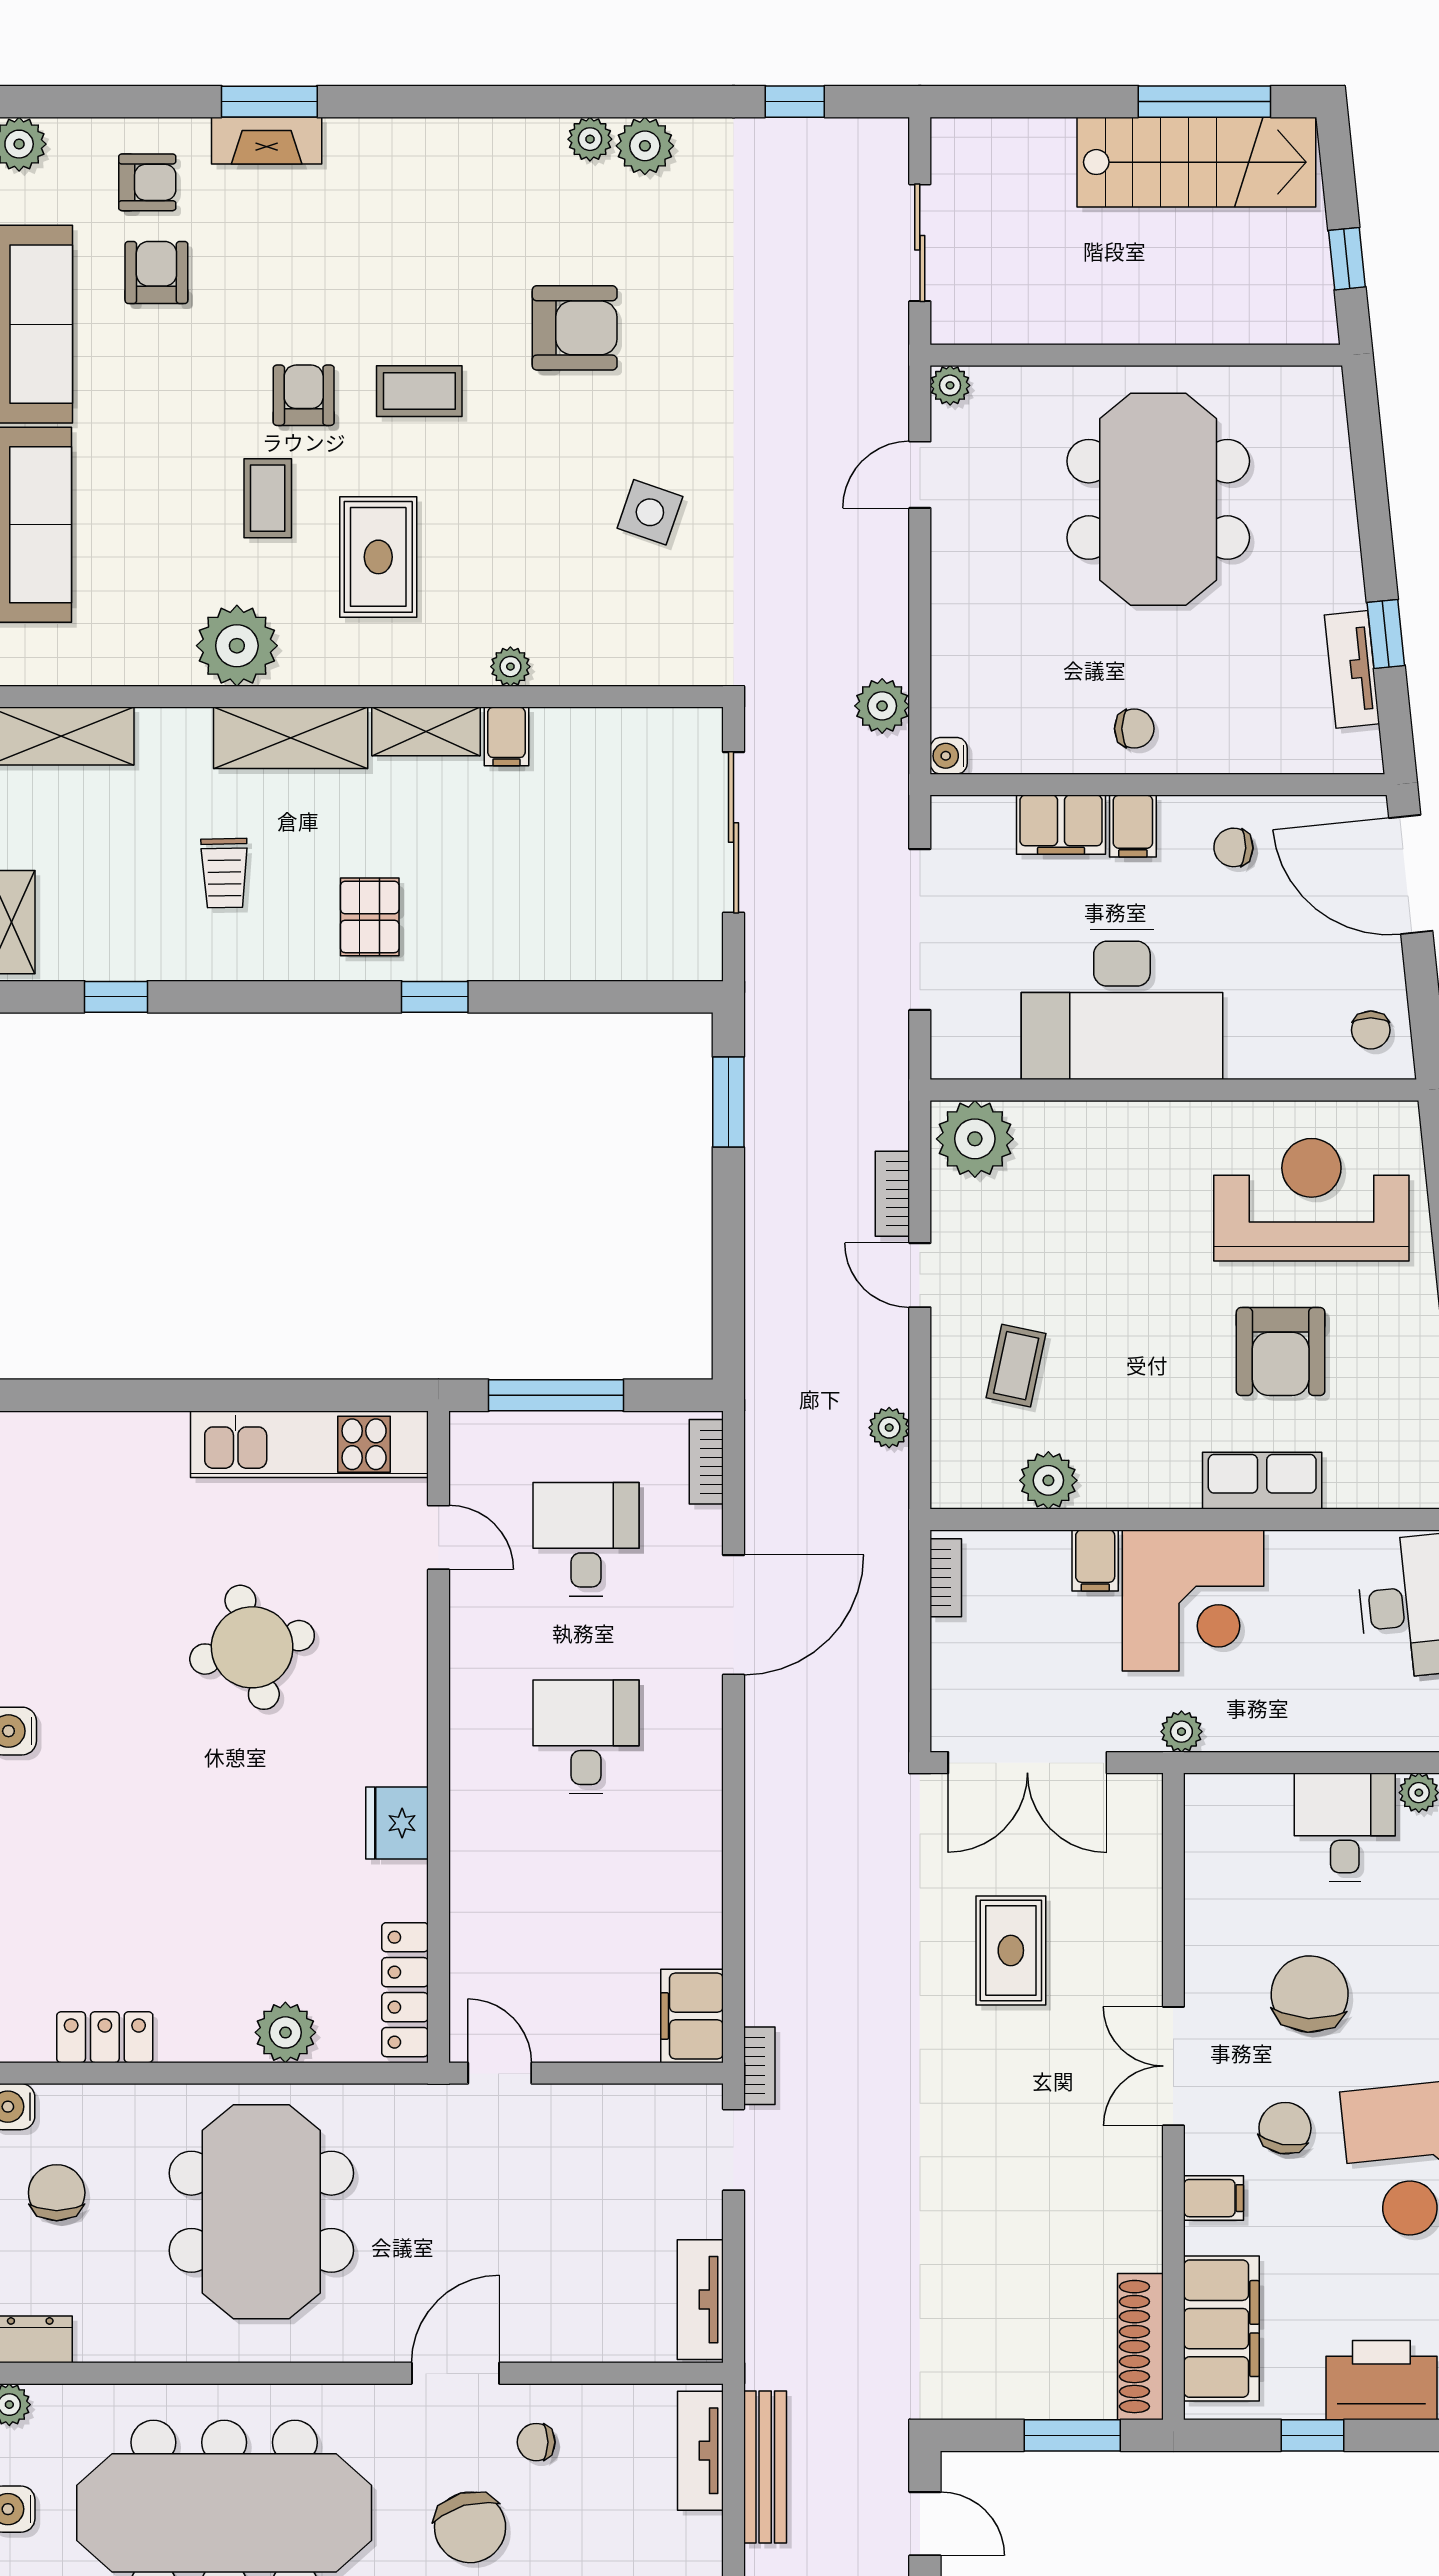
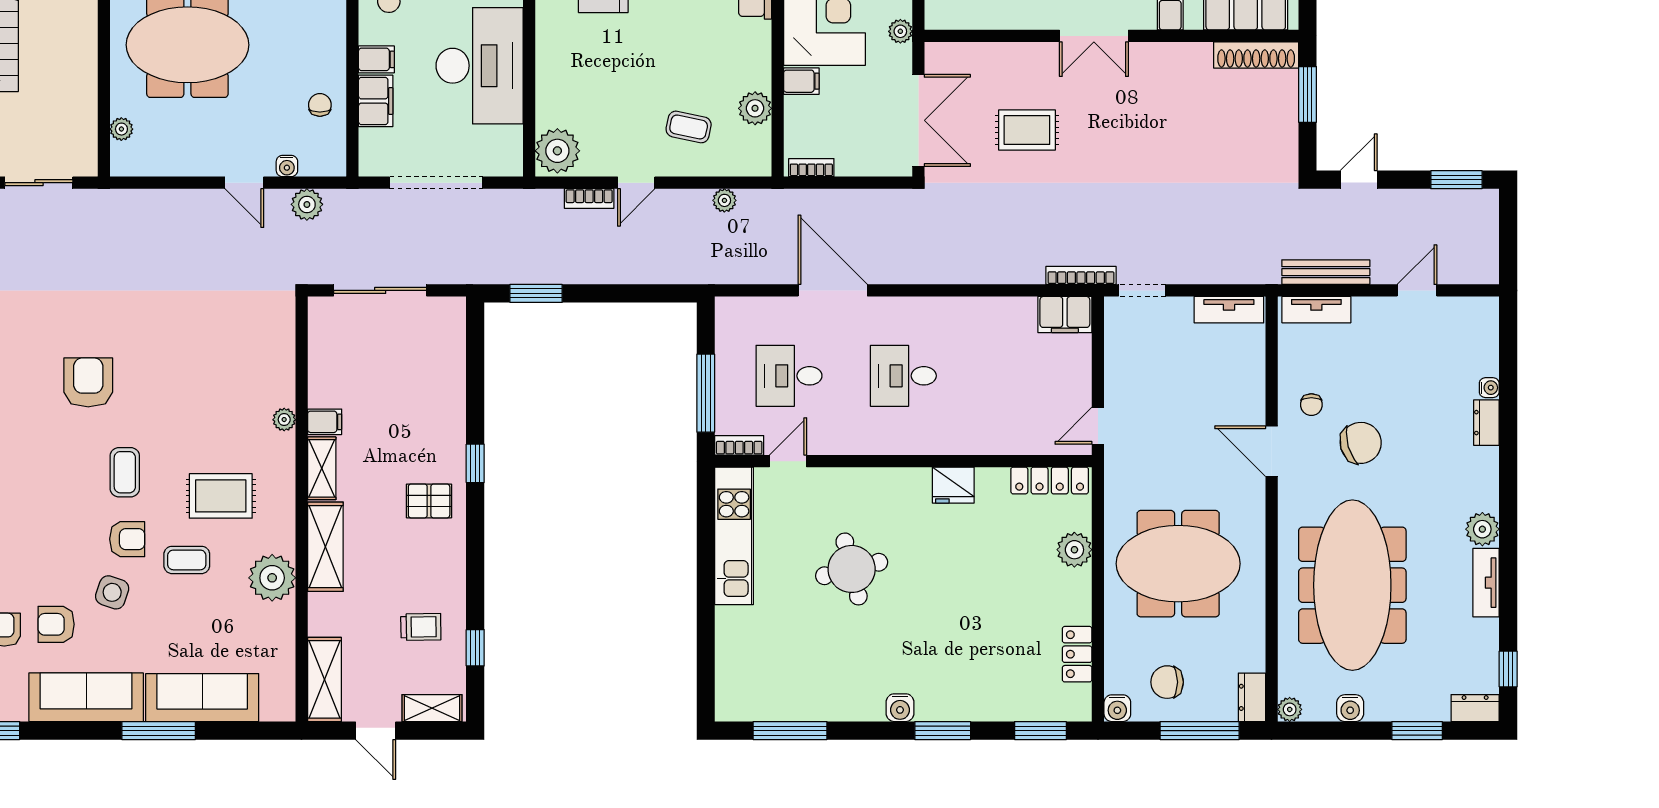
plant: (950, 385) -> (121, 129), moved
armchair: (304, 395) -> (127, 539), turned 180
door: (920, 475) -> (244, 183), moved
side table: (650, 512) -> (112, 592), moved
chair: (1134, 729) -> (320, 105), moved
water cooler: (949, 756) -> (287, 166), moved
trolley: (224, 873) -> (421, 627), moved
bookcase: (706, 1462) -> (739, 445), moved, turned 180
bookcase: (759, 2066) -> (1081, 275), width x1.56

